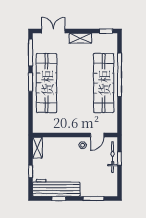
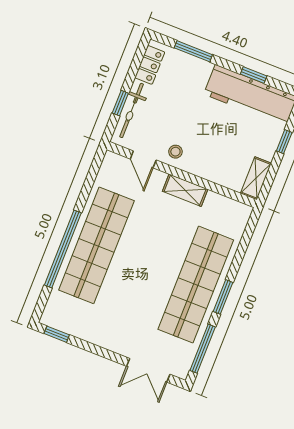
shelving: (80, 38) -> (185, 190), moved
door: (97, 135) -> (143, 159), swing flipped
locker: (112, 183) -> (150, 65), added

